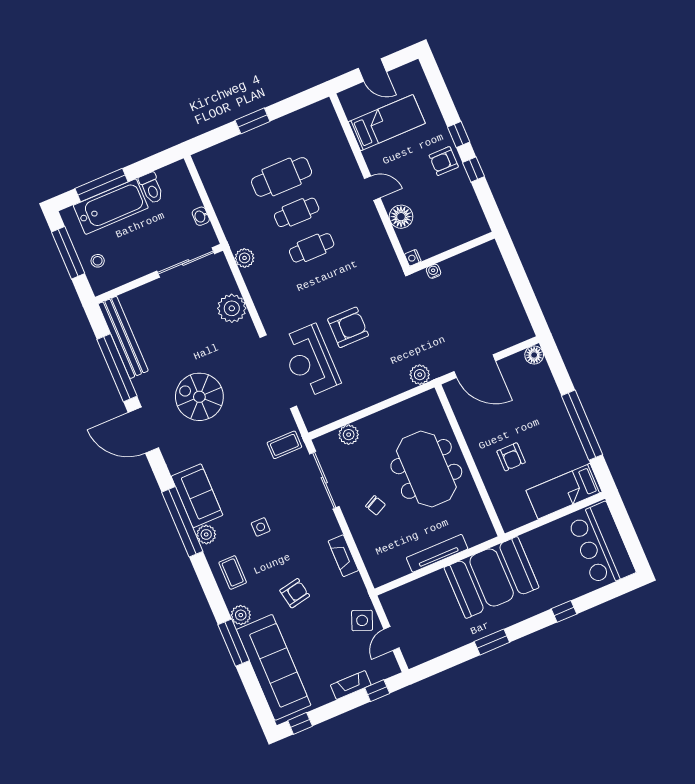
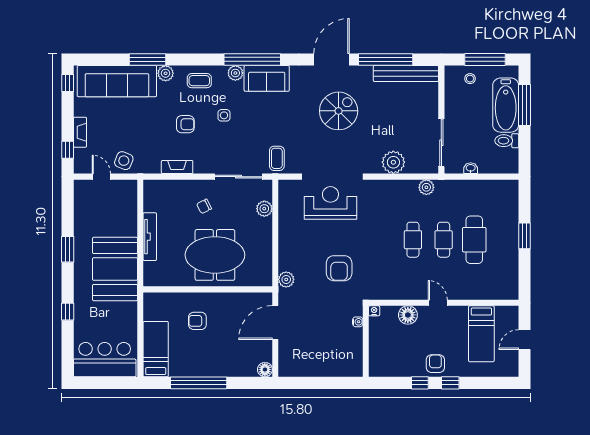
door: (372, 188) -> (438, 303), swing flipped
armchair: (348, 327) -> (339, 268), moved
armchair: (295, 593) -> (185, 124), moved, turned -79

